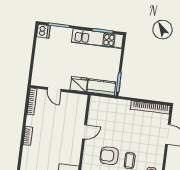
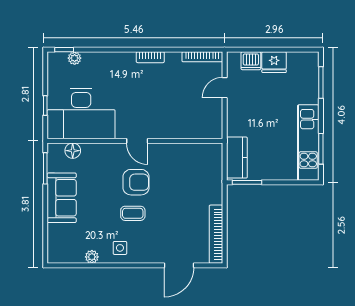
dishwasher: (43, 31) -> (251, 61), moved
fridge: (79, 84) -> (274, 62), moved, turned 90
door: (85, 132) -> (137, 141), moved
armchair: (109, 156) -> (136, 182), turned 90

